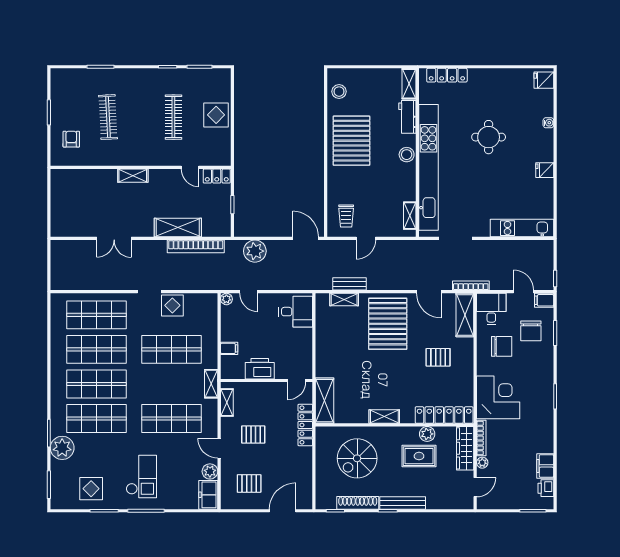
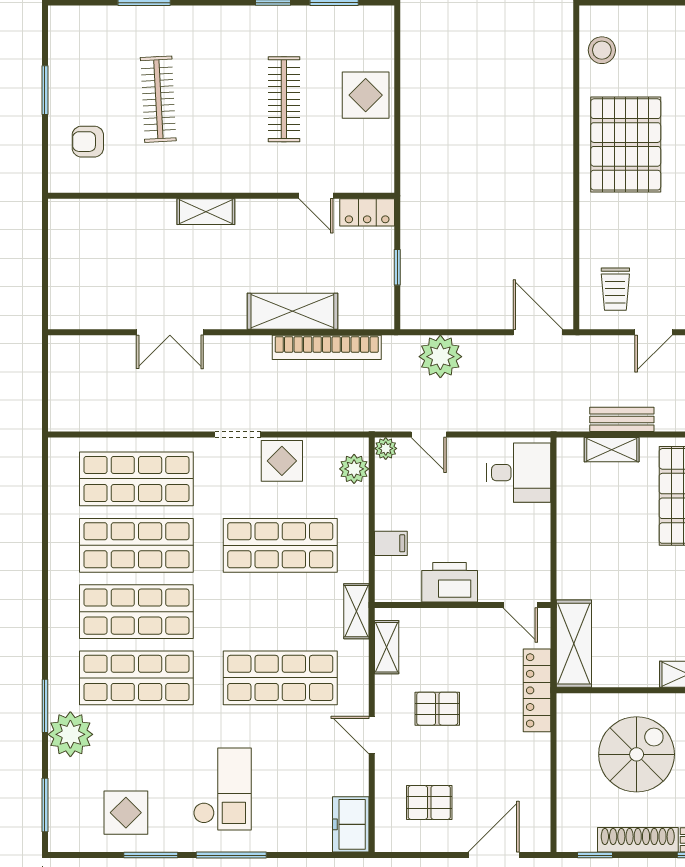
armchair: (71, 139) -> (88, 142), turned -90
door: (297, 381) -> (520, 605), hinge flipped
spiral stairs: (357, 458) -> (637, 754), turned 180
plant: (210, 471) -> (354, 469), moved

